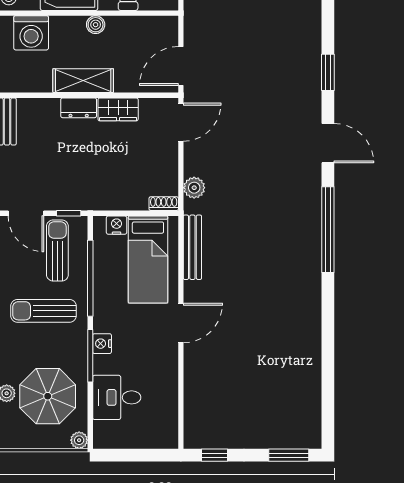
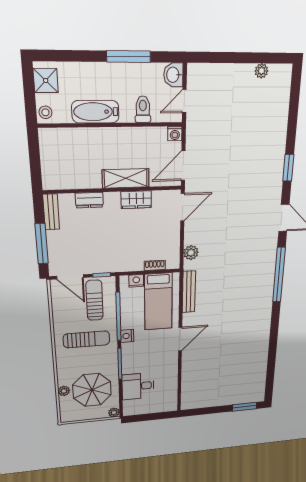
boiler: (96, 25) -> (118, 134), removed
washing machine: (31, 33) -> (175, 134), moved, width x0.53, depth x0.53
shelving: (83, 81) -> (126, 178), moved
dresser: (79, 108) -> (89, 200), moved
shoe rack: (164, 204) -> (155, 265), moved
sun lounger: (44, 311) -> (87, 339), turned 180
nightstand: (102, 344) -> (127, 336), moved
window: (215, 455) -> (200, 412), removed

